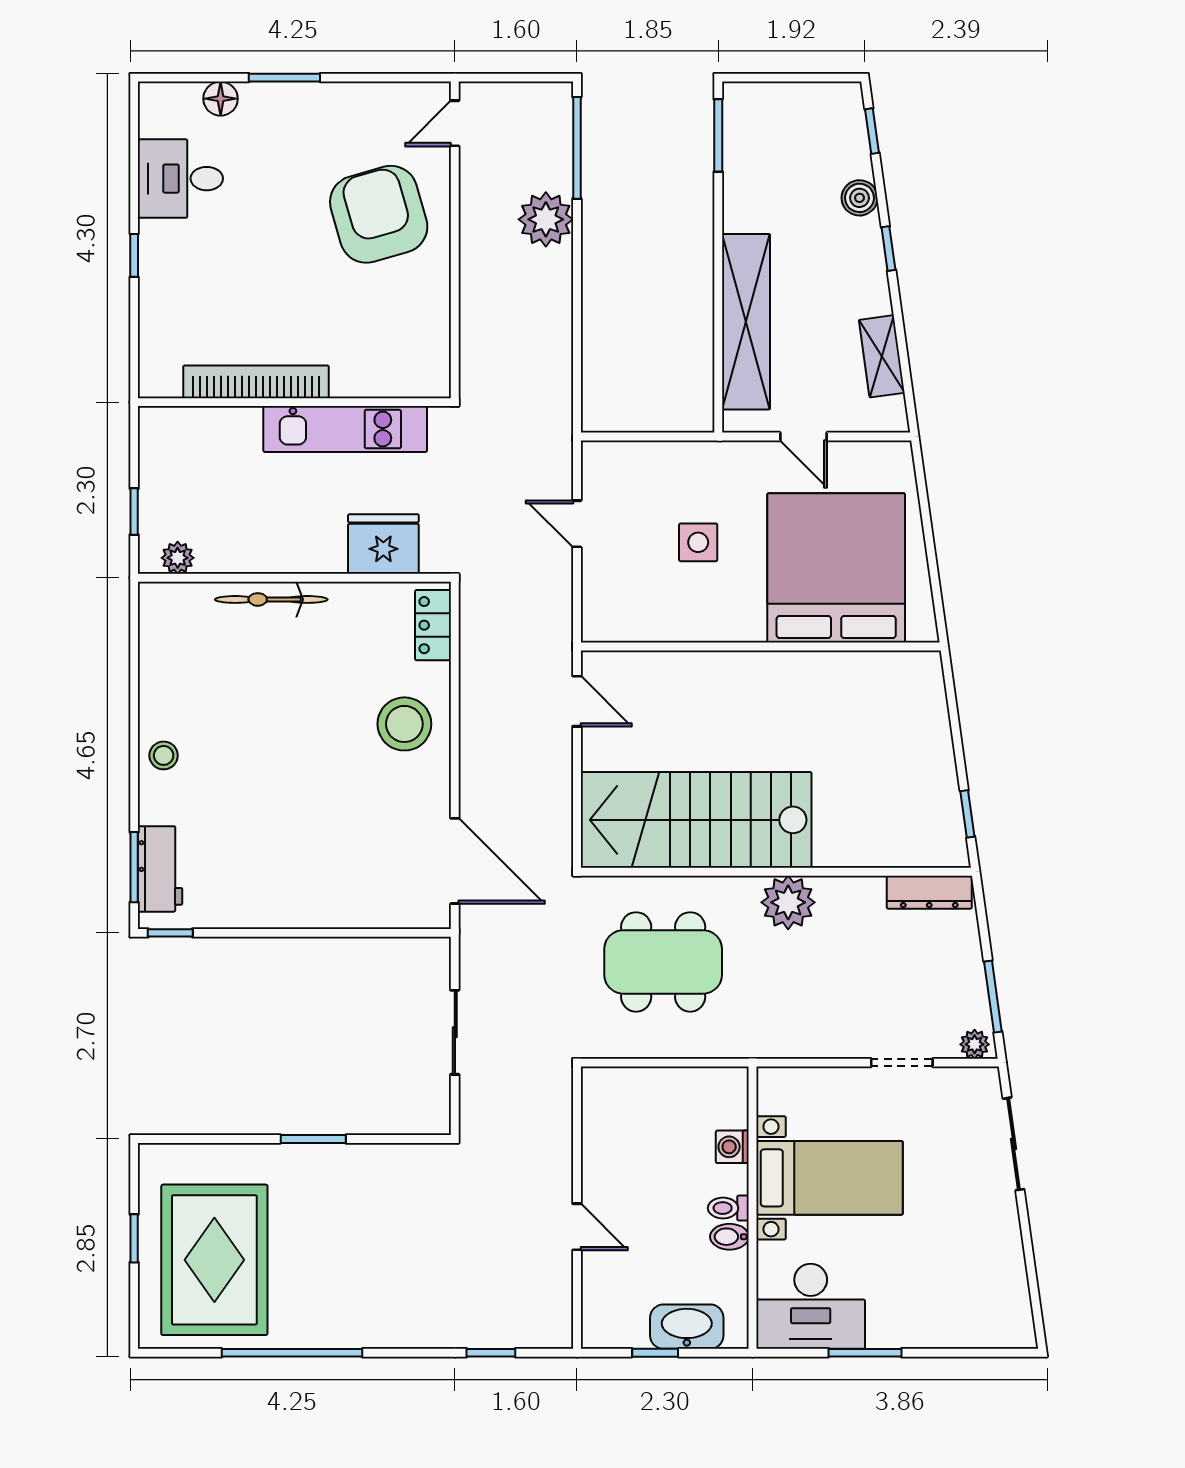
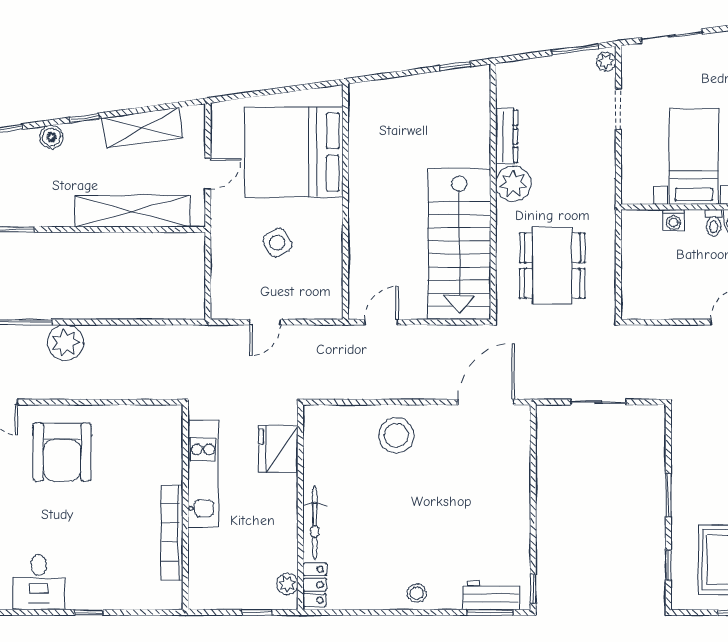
armchair: (379, 214) -> (62, 452), turned -74
shelving: (882, 356) -> (143, 128), width x1.50, depth x1.33
side table: (698, 542) -> (277, 243), turned -30
locker: (433, 625) -> (315, 585), moved, turned -90
dresser: (929, 892) -> (507, 136), moved
window: (207, 1139) -> (668, 565), added

